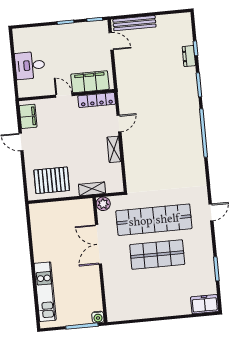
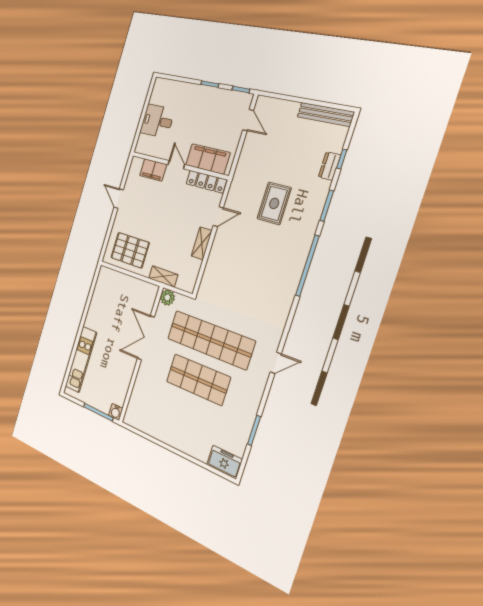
bench: (134, 23) -> (325, 114), moved
rug: (159, 97) -> (274, 203), added
filing cabinet: (28, 116) -> (153, 170), moved, turned 90

